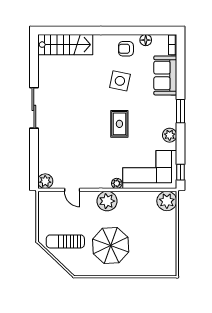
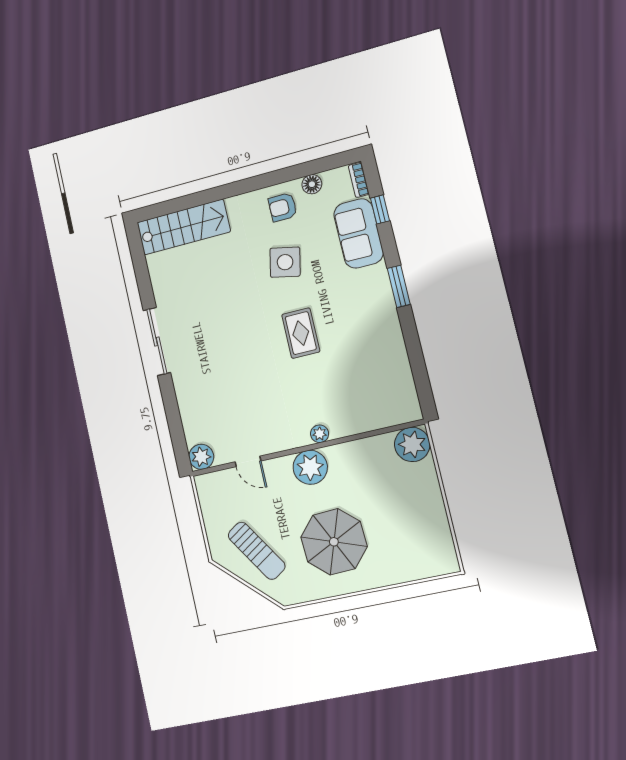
plant: (170, 135) -> (390, 331), removed
corner sofa: (150, 169) -> (370, 397), removed
window: (181, 172) -> (380, 209), moved
sun lounger: (65, 241) -> (257, 551), turned -123

